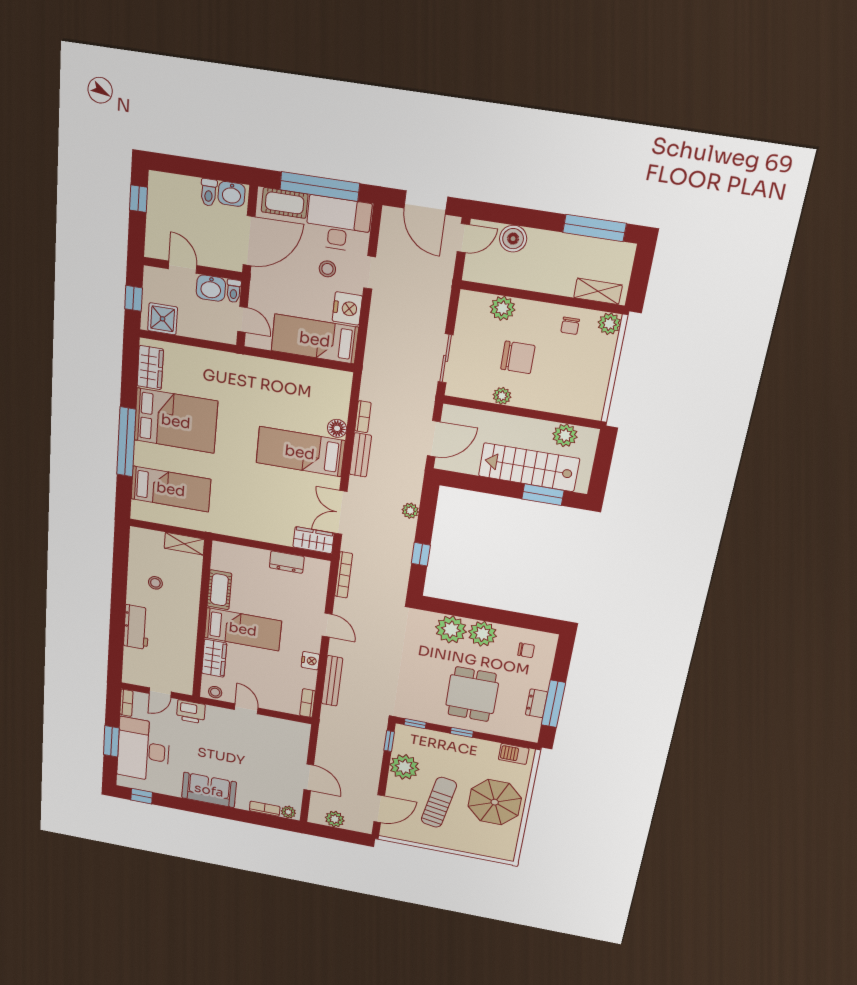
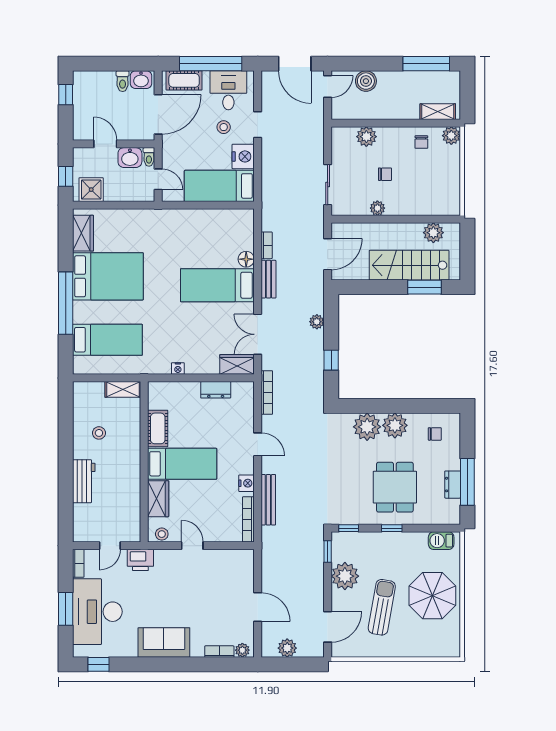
desk: (338, 224) -> (228, 90), width x0.73
chair: (518, 357) -> (385, 174), width x0.54, depth x0.54
nightstand: (247, 533) -> (178, 369), added
bookcase: (307, 703) -> (248, 519), width x1.56

